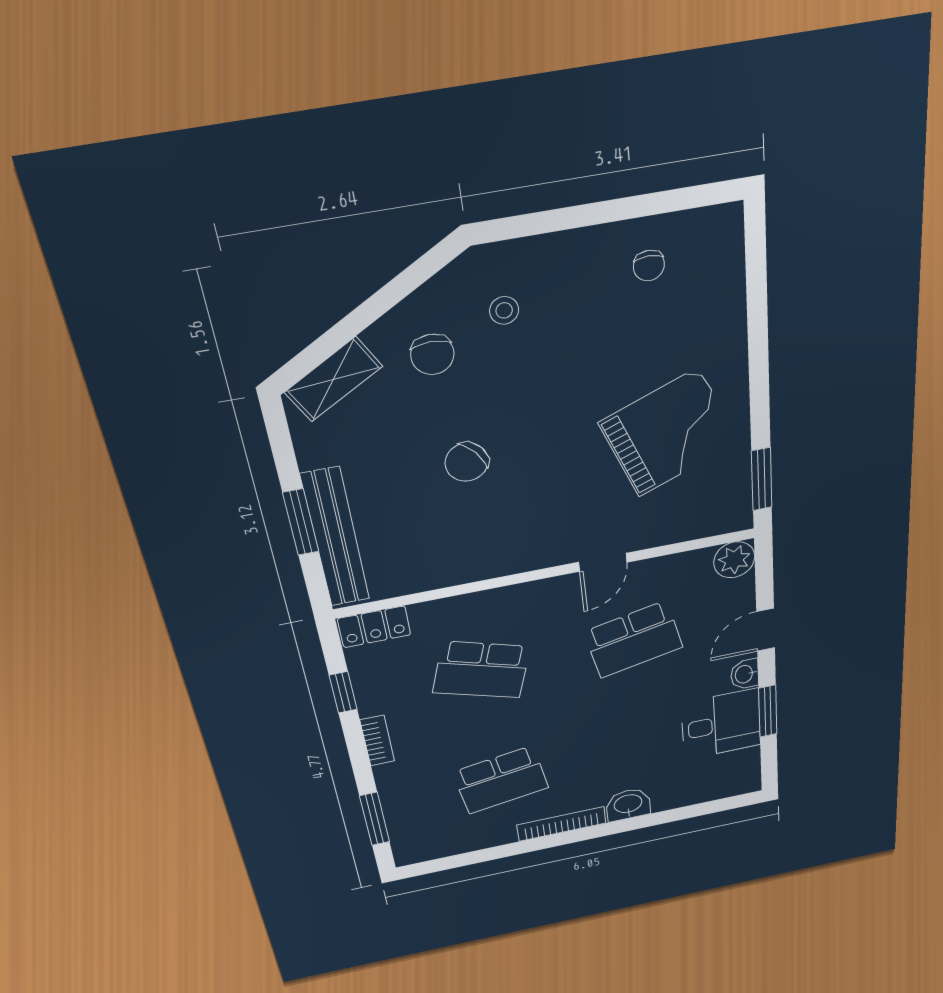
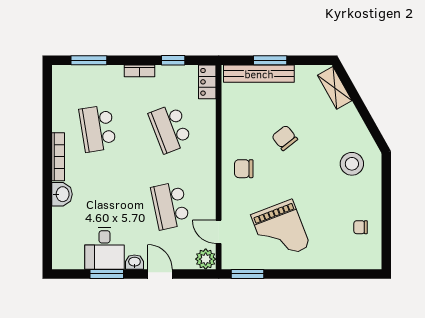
stool: (504, 310) -> (352, 164), width x1.89, depth x1.89
chair: (432, 354) -> (244, 169), moved
door: (603, 562) -> (219, 232), moved
school desk: (482, 670) -> (170, 128), turned -39

